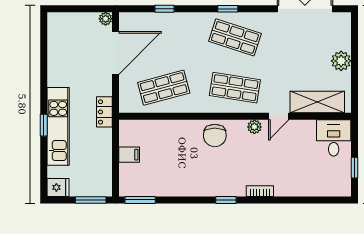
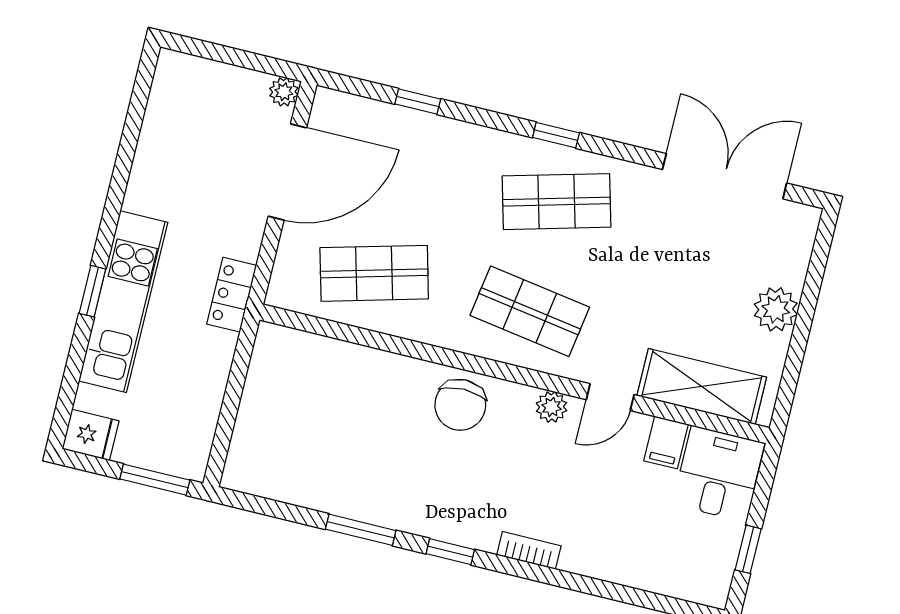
shop shelf: (235, 37) -> (556, 202), turned -33
filing cabinet: (129, 155) -> (666, 442), moved, turned 90
window: (140, 200) -> (361, 530), moved

